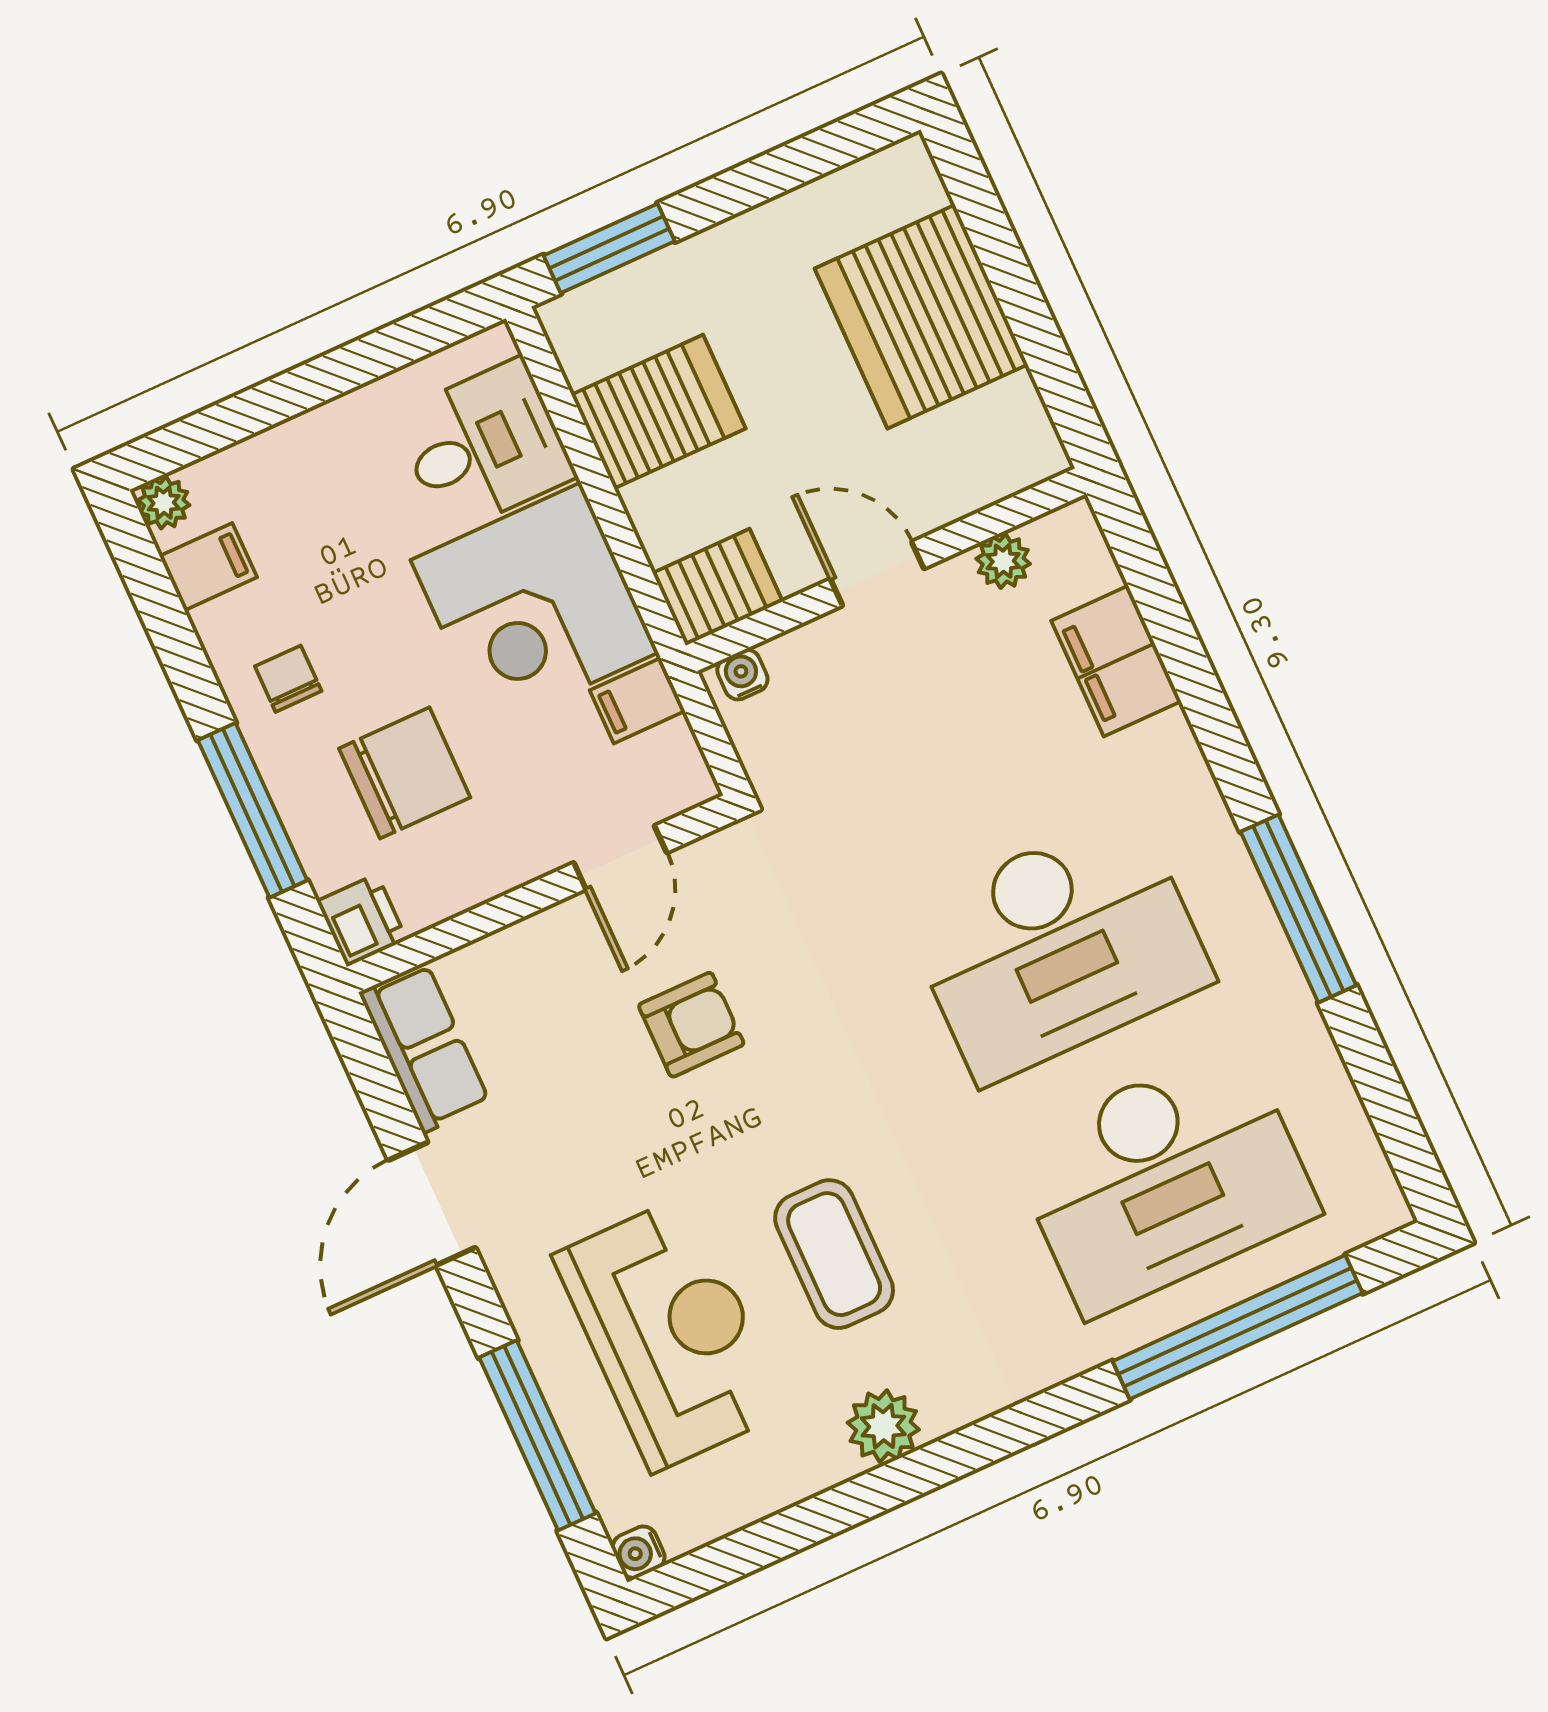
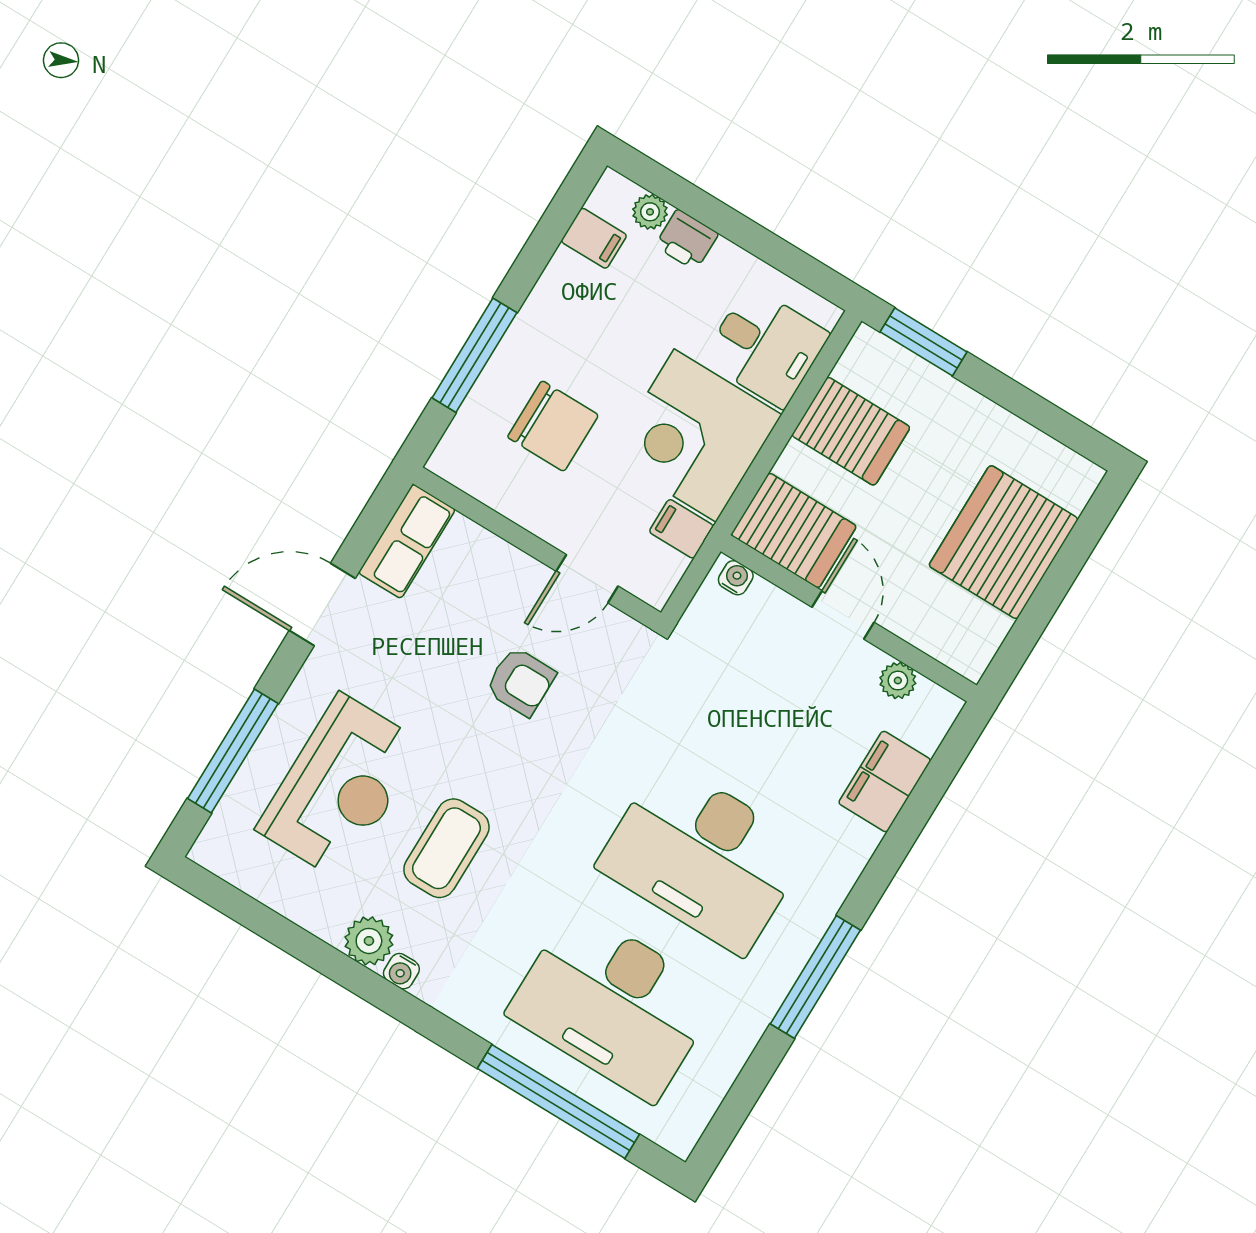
plant: (164, 503) -> (650, 212), moved
server rack: (717, 587) -> (794, 531), width x1.36, depth x1.44
chair: (288, 679) -> (562, 325), removed
printer: (362, 920) -> (687, 240), moved, turned 90
water cooler: (639, 1552) -> (401, 971), moved, turned -90

